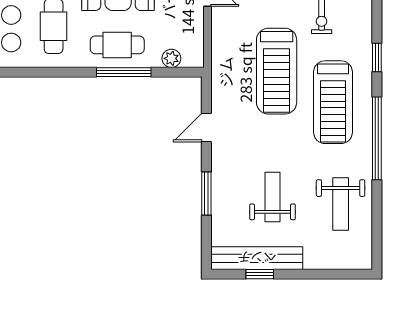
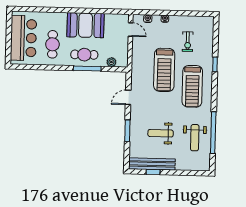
window: (377, 138) -> (213, 133), moved
weight bench: (272, 197) -> (161, 133), turned -90

